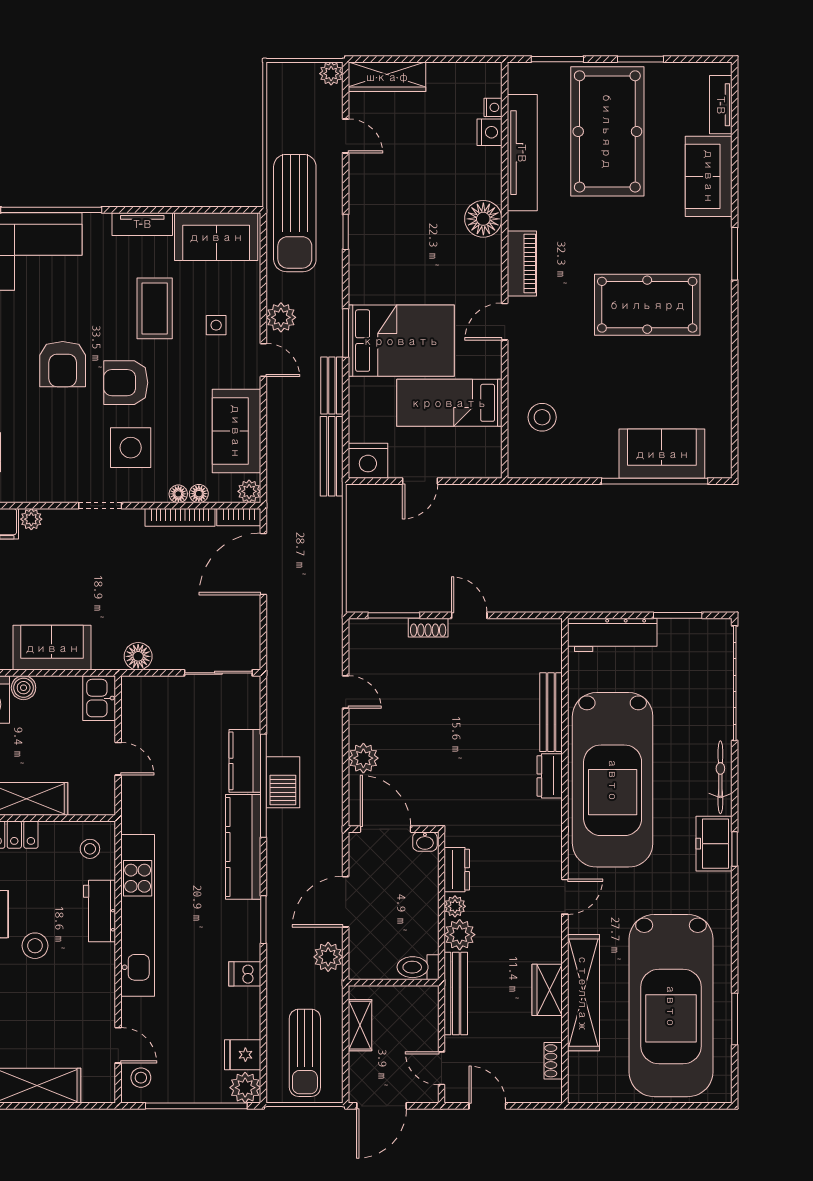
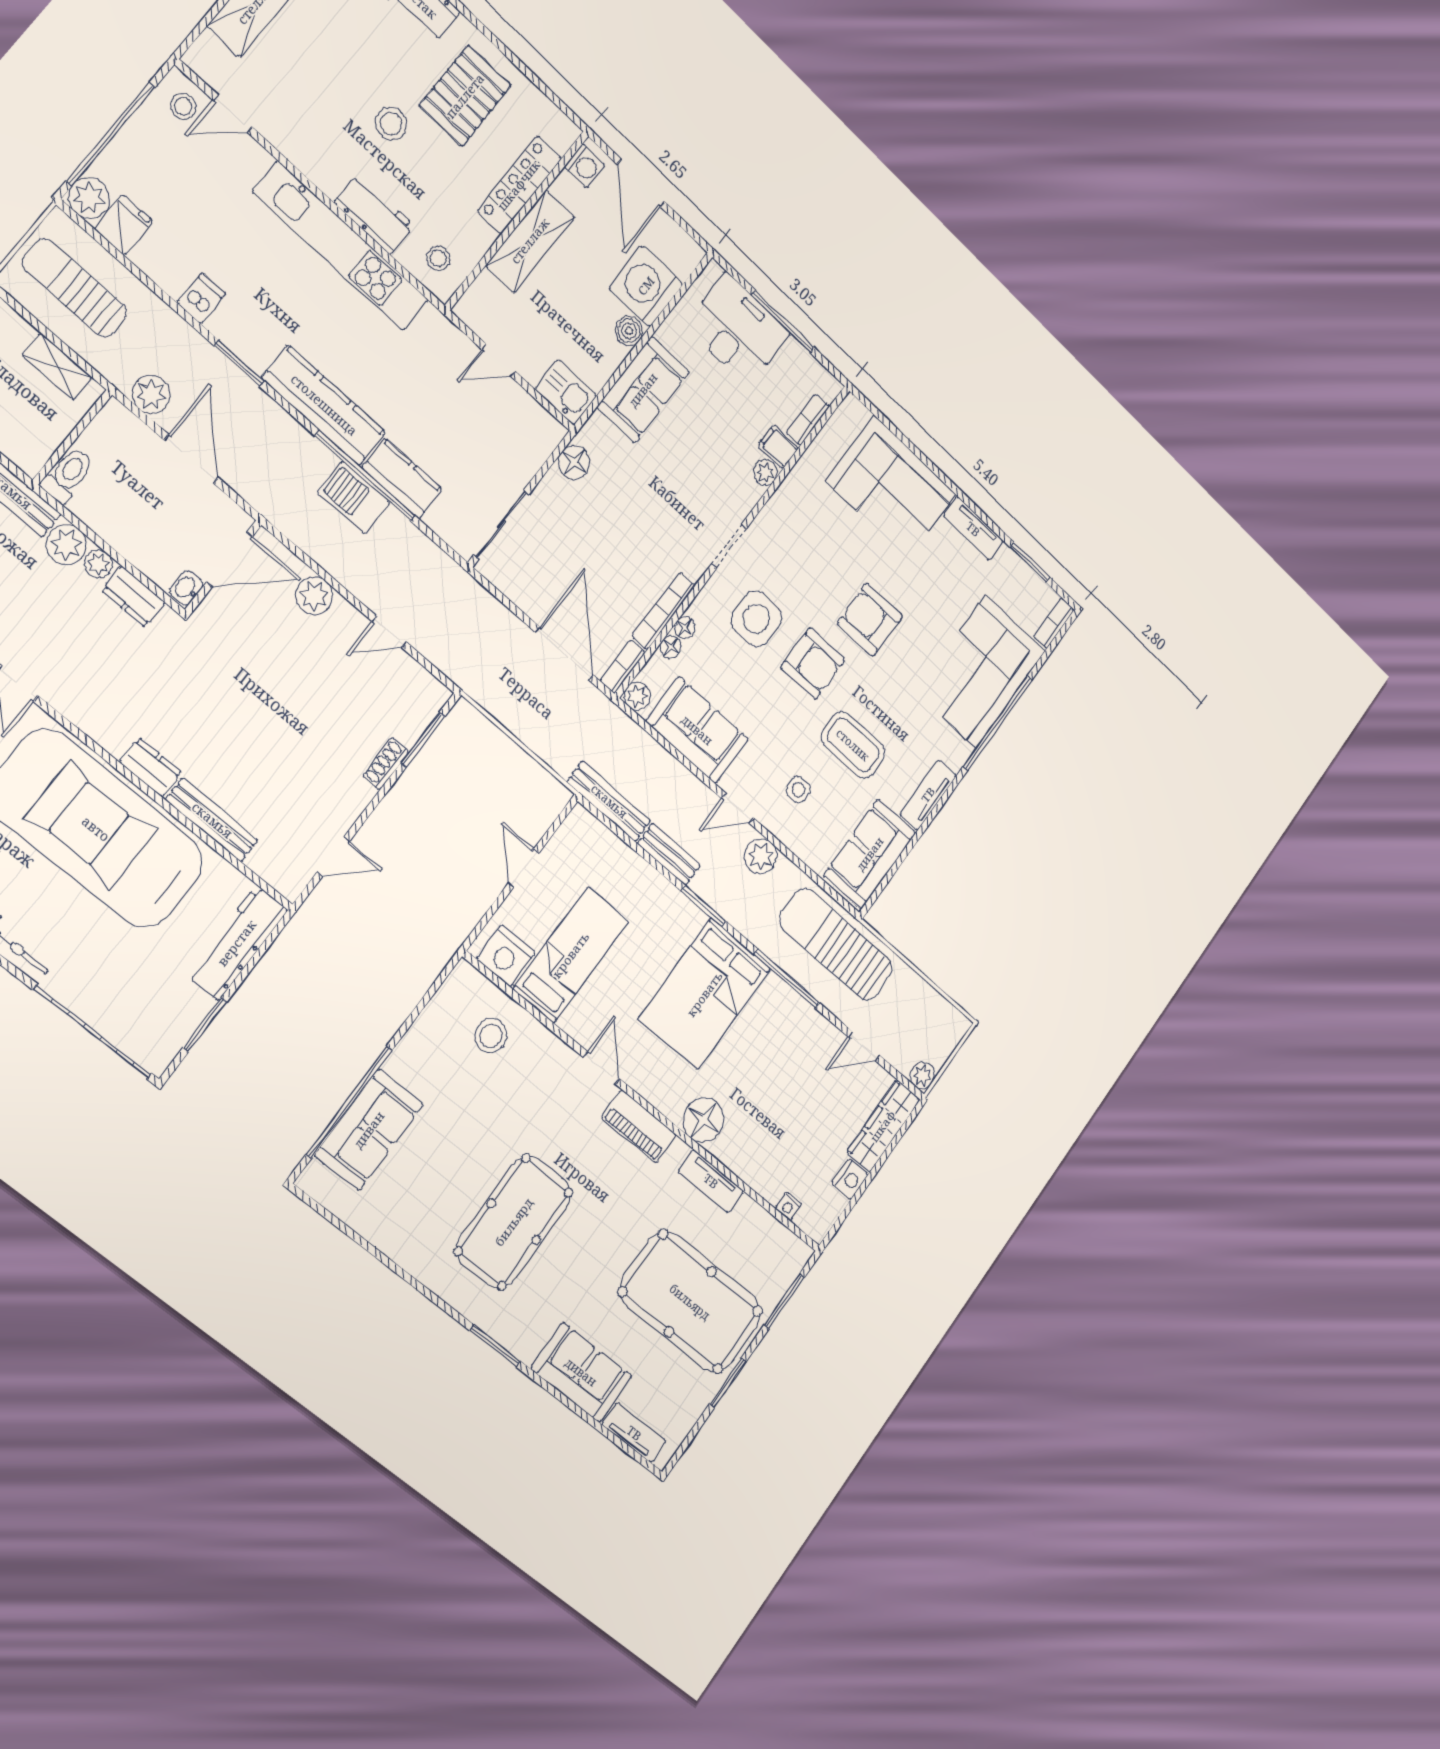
nightstand: (490, 132) -> (850, 1179), moved, turned -90
tv unit: (522, 153) -> (711, 1181), width x0.52, depth x0.78
window: (346, 232) -> (787, 979), width x2.17
bed: (401, 341) -> (705, 994), moved
armchair: (126, 383) -> (813, 663), turned 90
nightstand: (368, 461) -> (506, 956), moved, turned -90
door: (469, 615) -> (333, 857), moved

